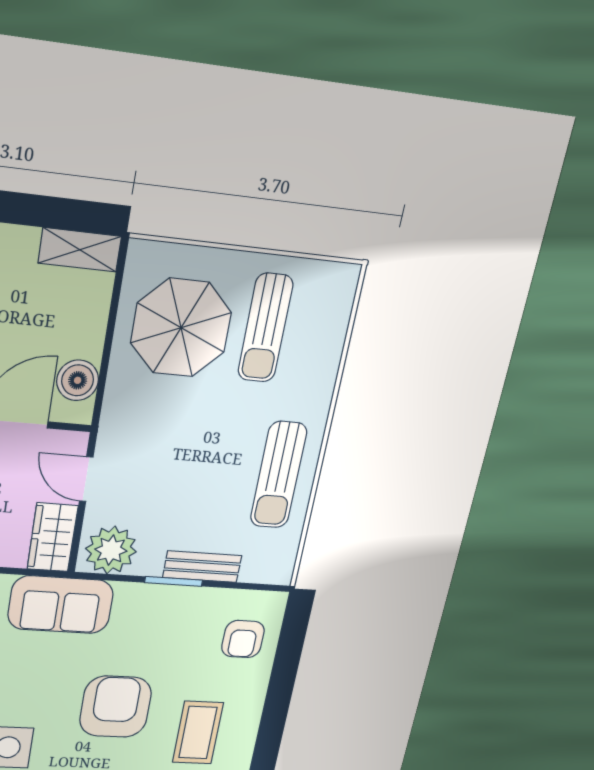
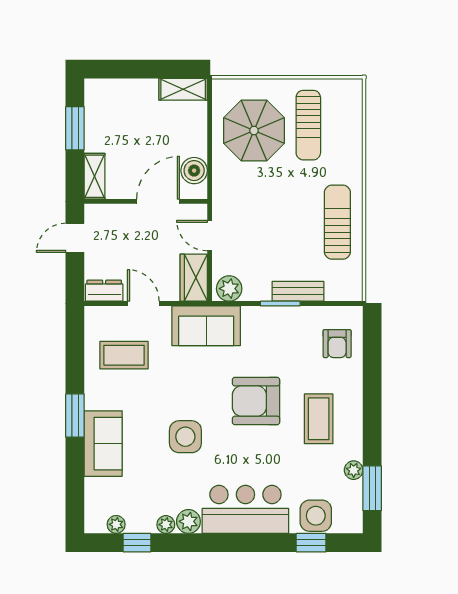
sun lounger: (279, 475) -> (337, 222), turned 180
plant: (111, 550) -> (229, 289), width x0.73, depth x0.73
armchair: (115, 707) -> (256, 401), turned -90

